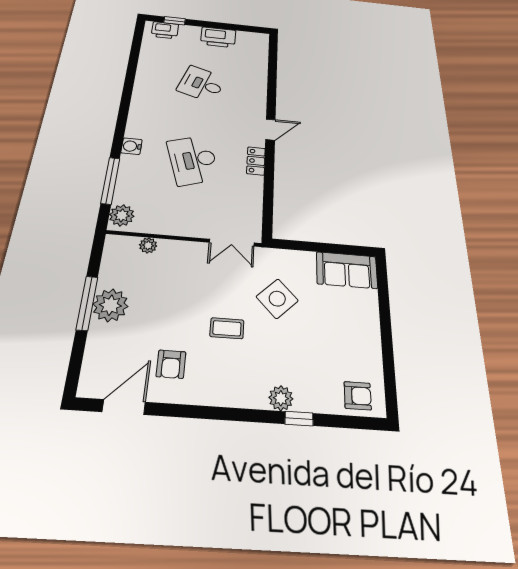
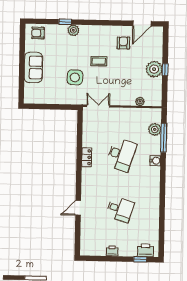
printer: (218, 37) -> (112, 251), width x0.53, depth x0.68
door: (270, 130) -> (78, 208), moved
desk: (193, 160) -> (121, 155), turned 36
plant: (122, 215) -> (155, 129), moved
sofa: (347, 270) -> (33, 67), moved, turned 90
side table: (277, 299) -> (75, 77), turned 45
window: (87, 303) -> (165, 70), width x0.46

